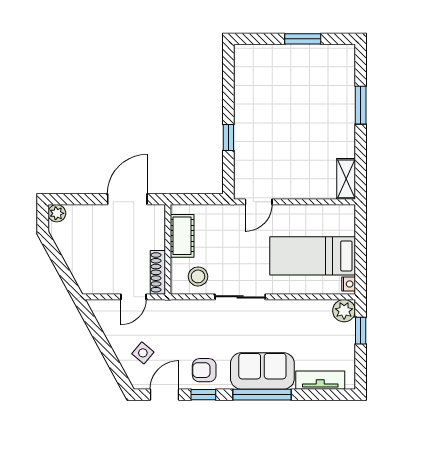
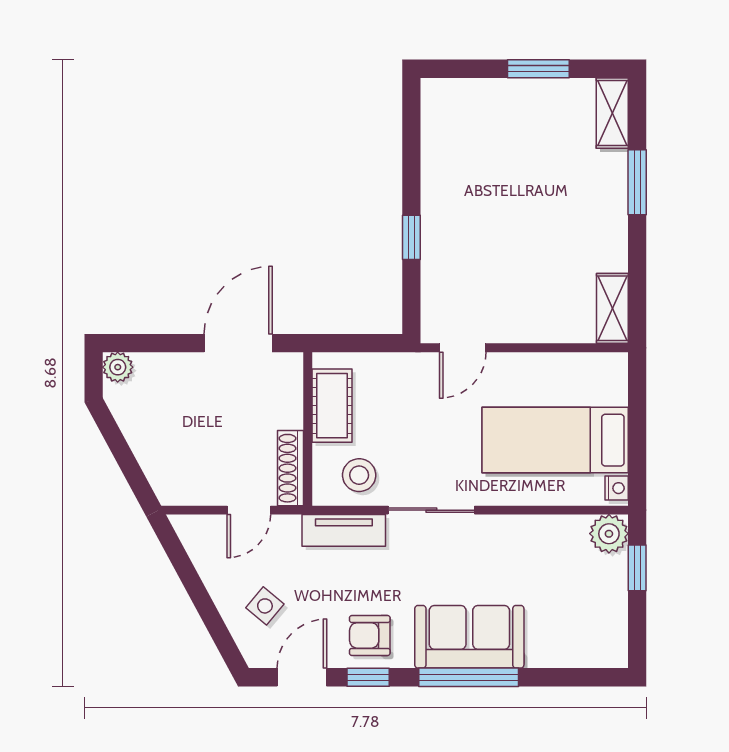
shelving: (346, 65) -> (612, 113), added
tv unit: (320, 380) -> (344, 530), moved, turned 180

